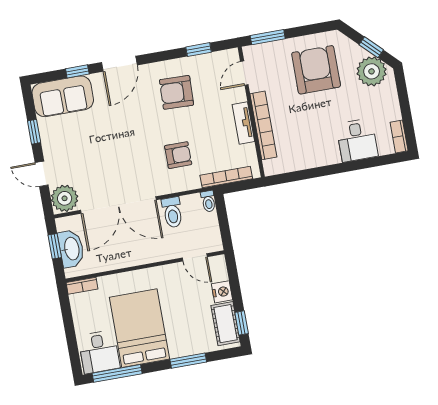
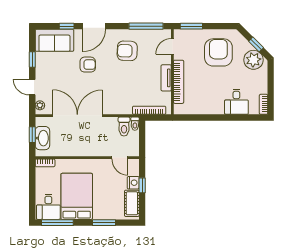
window: (199, 50) -> (146, 26), width x2.17
armchair: (178, 155) -> (88, 65), moved
plant: (65, 198) -> (40, 105), width x0.53, depth x0.53
double door: (118, 205) -> (77, 116), swing flipped
toilet: (172, 212) -> (124, 127), moved
window: (242, 323) -> (142, 185), moved

